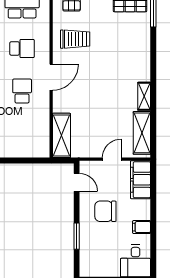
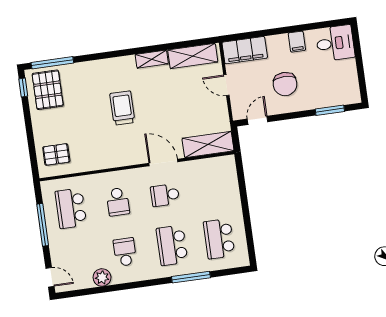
trolley: (75, 39) -> (122, 108), moved
school desk: (22, 48) -> (118, 202), turned 180
door: (51, 77) -> (163, 162), moved
window: (77, 236) -> (330, 110), moved

